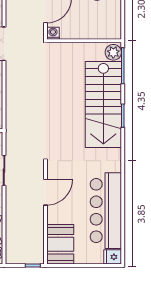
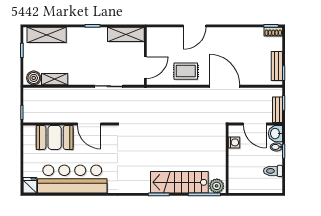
washing machine: (53, 33) -> (234, 142), moved
stairs: (103, 105) -> (179, 182), width x0.73, depth x0.66
booth: (60, 244) -> (55, 137), moved

